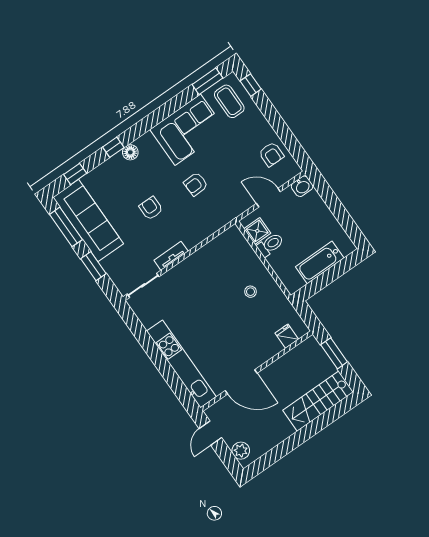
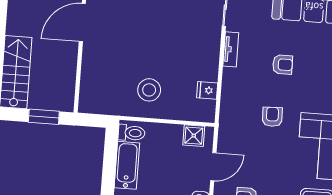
toilet: (270, 245) -> (132, 133), moved, turned -90
stool: (250, 292) -> (149, 90), width x1.89, depth x1.89
fridge: (287, 336) -> (207, 90), moved, turned 180

